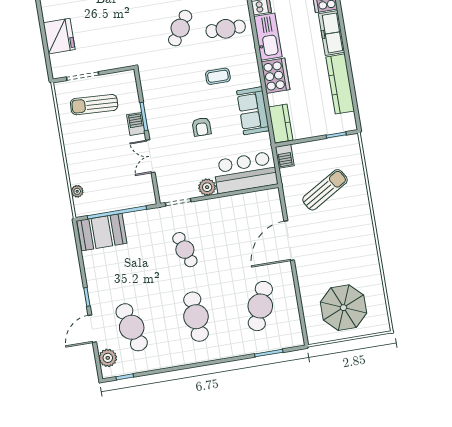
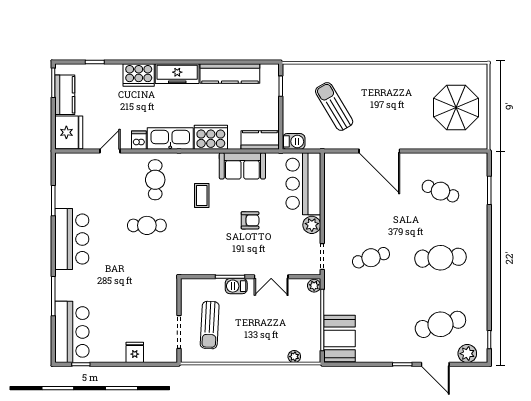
cafe table: (180, 28) -> (147, 225), turned -33
fridge: (59, 36) -> (135, 352), width x0.53, depth x0.75
plant: (149, 199) -> (314, 286), added
cafe table: (260, 306) -> (440, 191), width x0.73, depth x0.74

